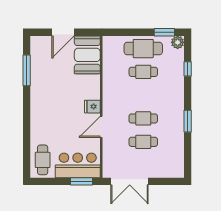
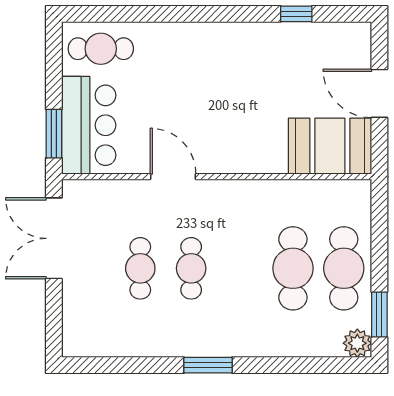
window: (188, 69) -> (299, 365), removed
window: (27, 70) -> (296, 14), width x0.46
cafe table: (143, 72) -> (293, 268), width x1.37, depth x1.35
fridge: (92, 107) -> (217, 157), removed
window: (188, 121) -> (208, 365), moved

